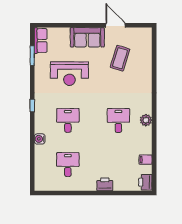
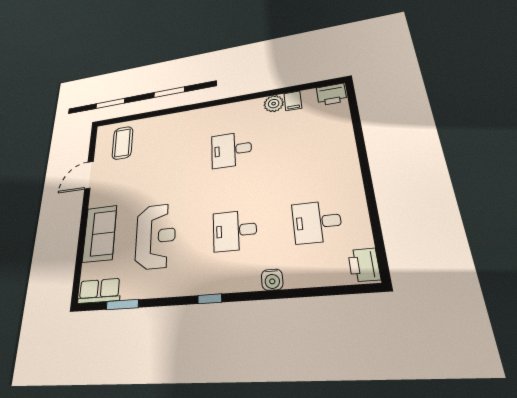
sofa: (87, 37) -> (100, 234), moved
coffee table: (120, 58) -> (122, 143), moved, turned 73
plant: (146, 120) -> (274, 104), moved
printer: (105, 184) -> (364, 265), moved

